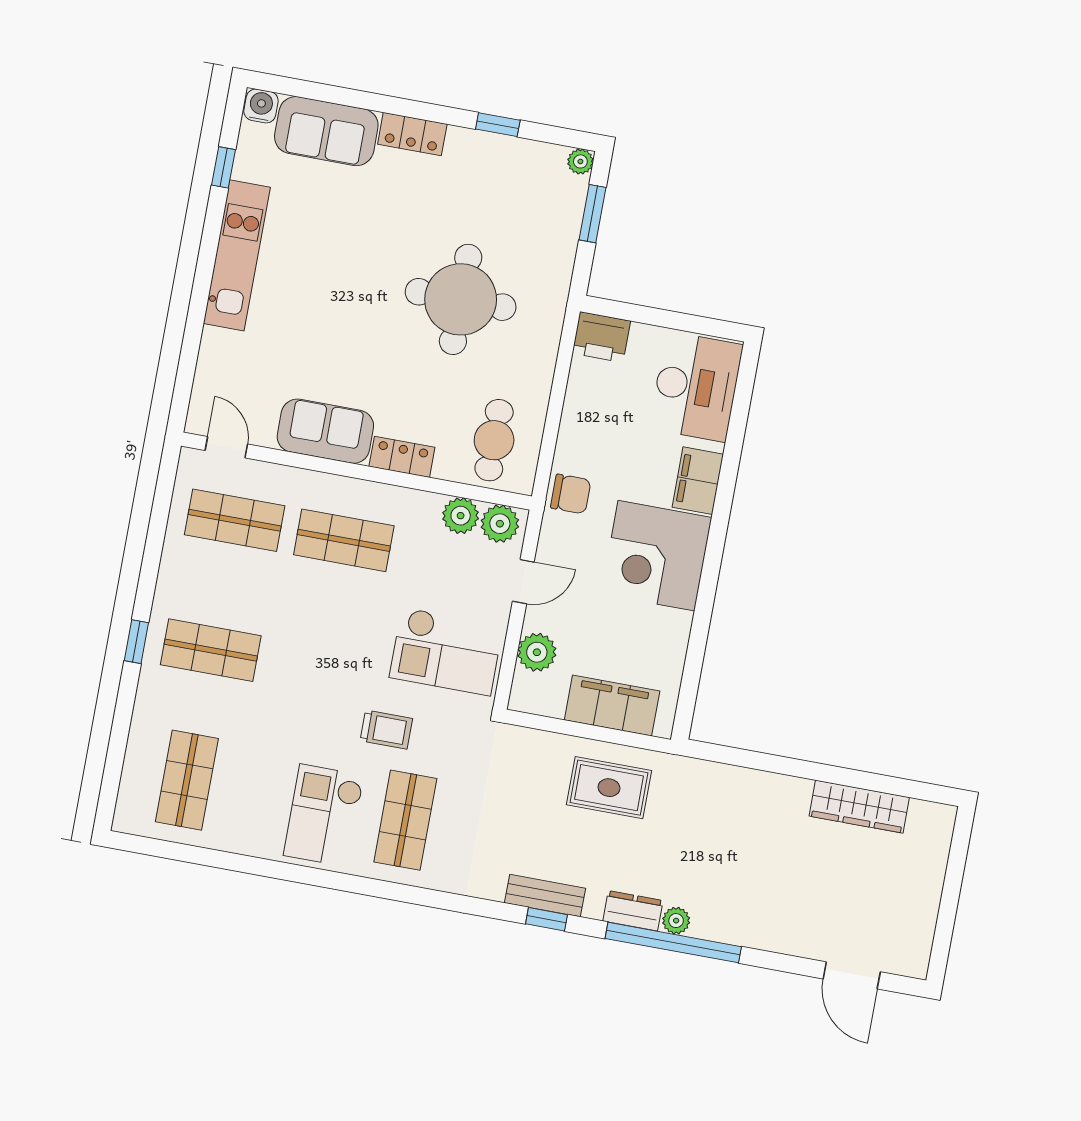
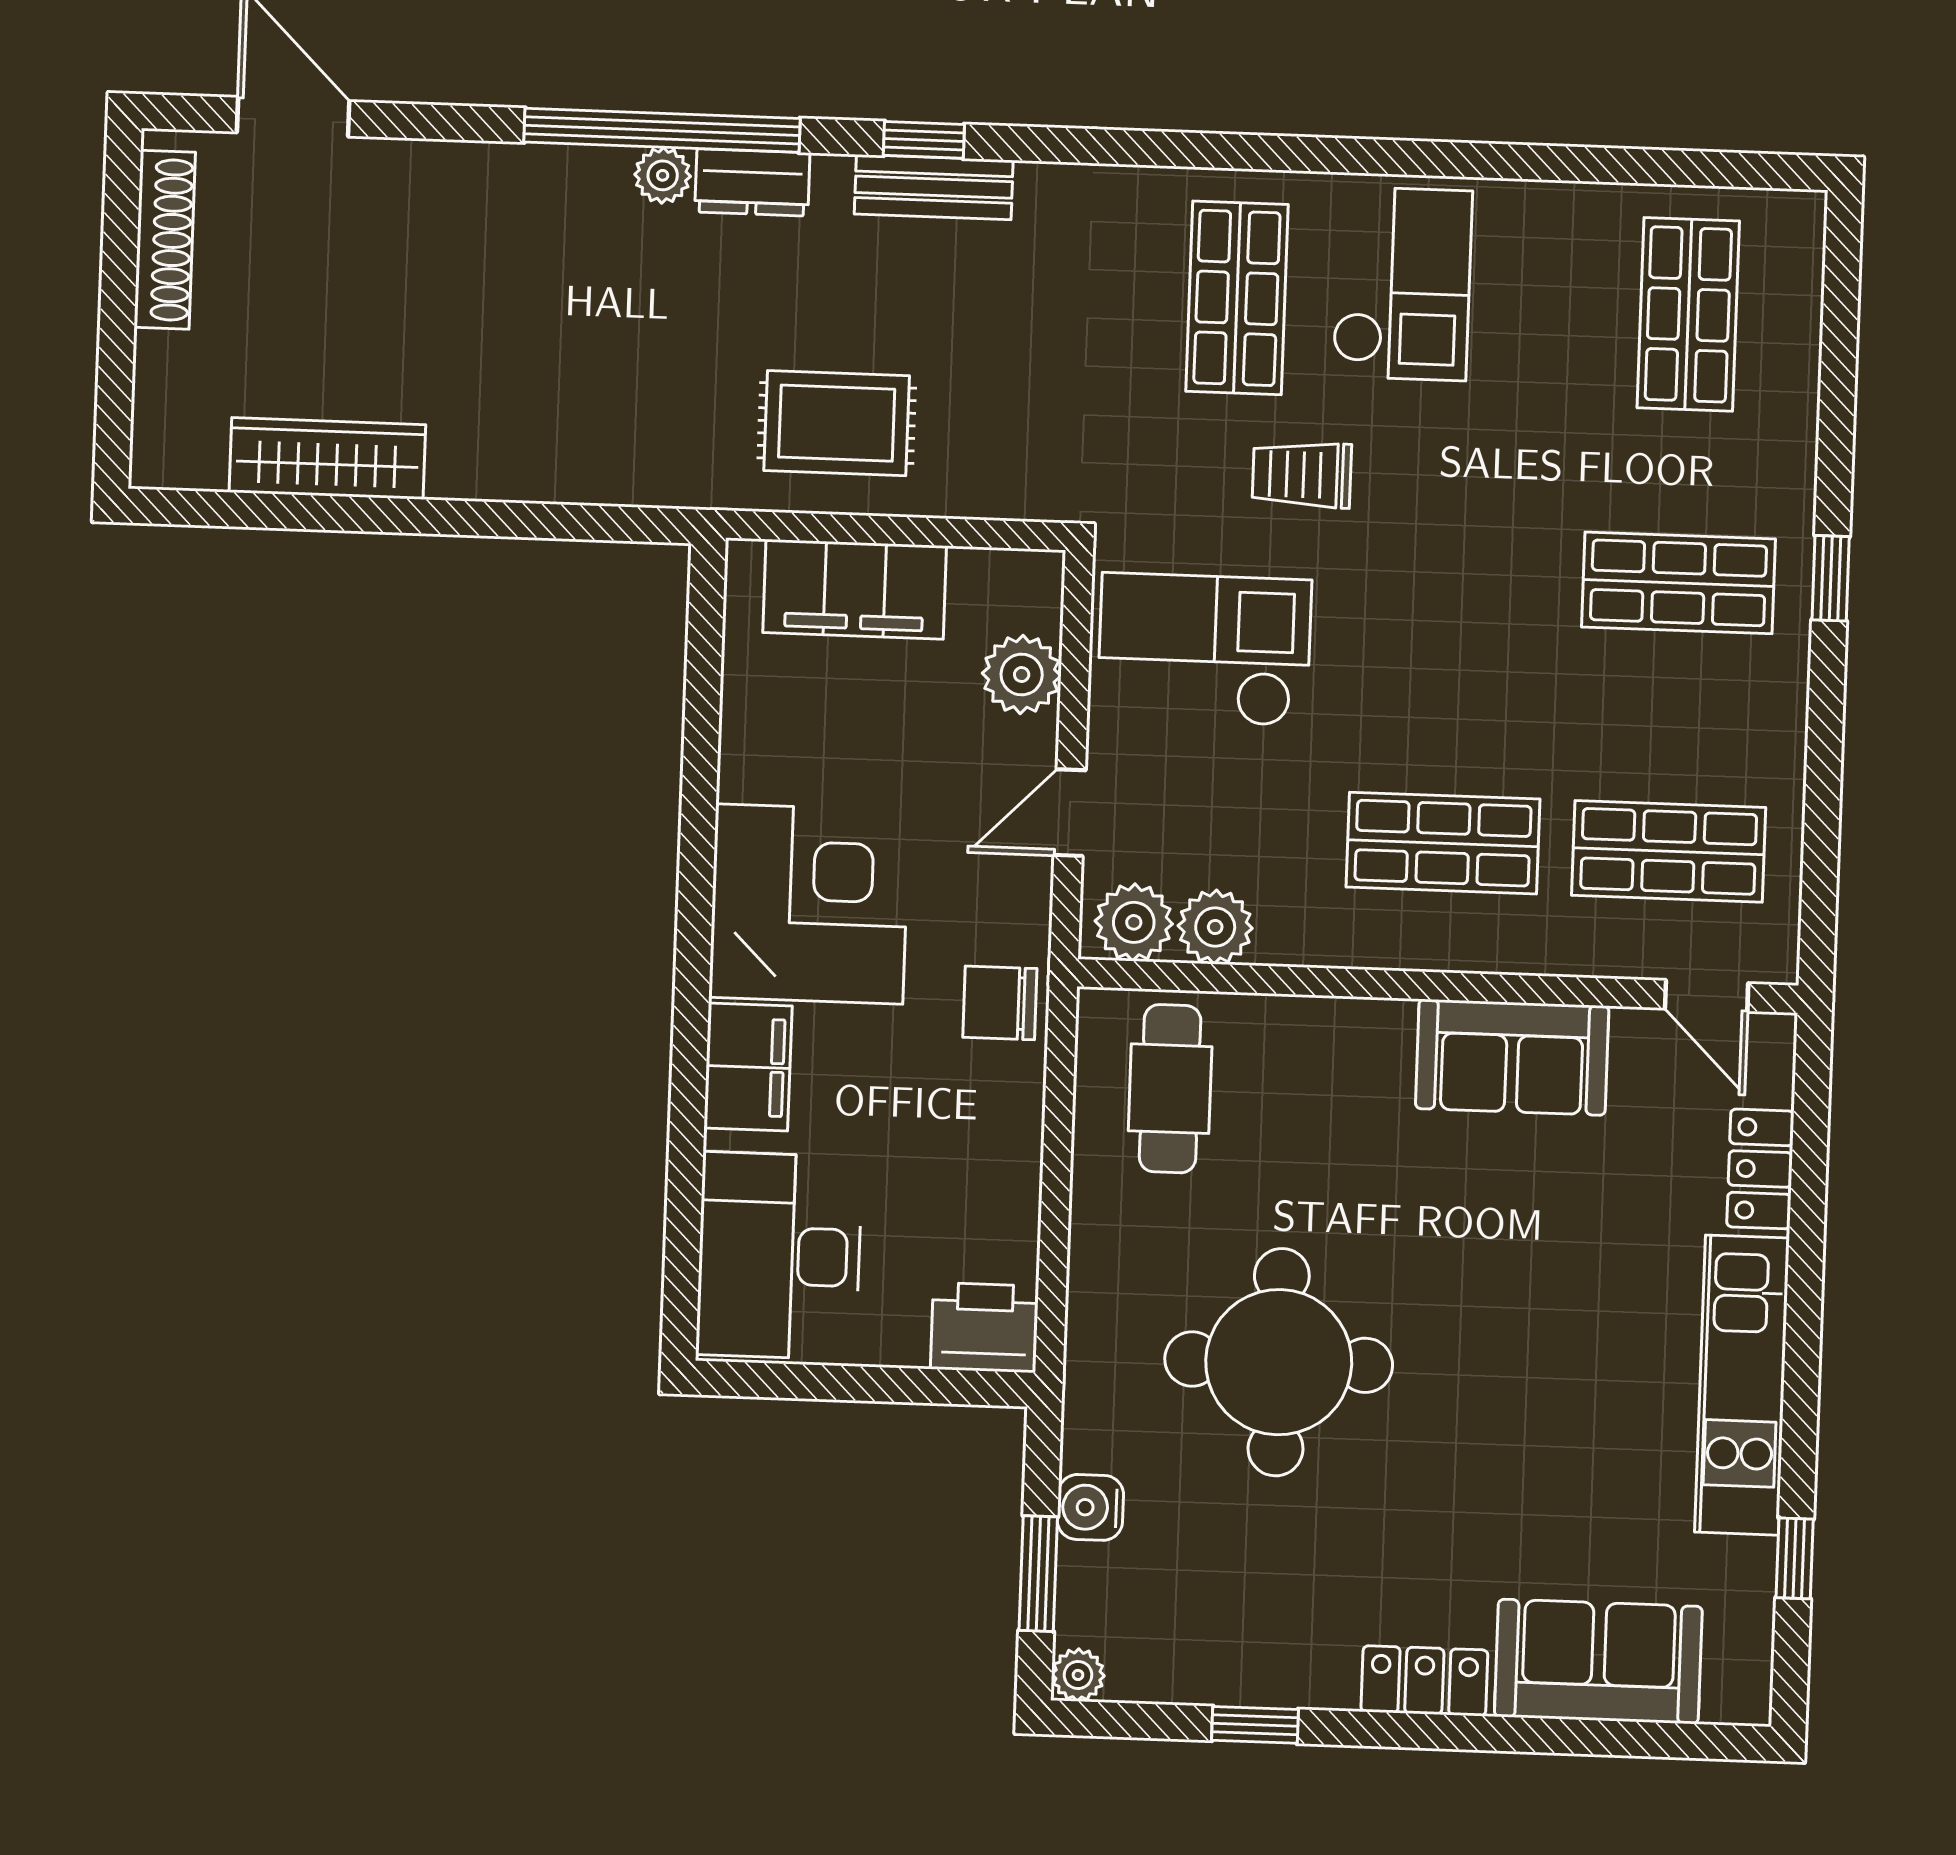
water cooler: (261, 106) -> (1090, 1507), moved, turned 90
locker: (402, 457) -> (1760, 1169), moved, turned 90
shoe rack: (923, 925) -> (165, 240), added

